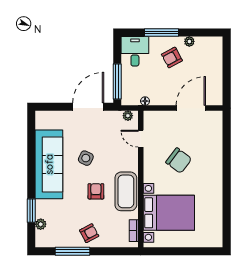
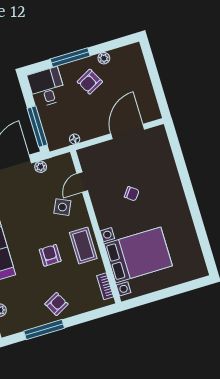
plant: (128, 116) -> (41, 167), moved
door: (141, 139) -> (82, 182), hinge flipped
side table: (86, 158) -> (62, 207), moved
chair: (179, 161) -> (132, 194), width x0.54, depth x0.54
coffee table: (126, 191) -> (83, 245), width x0.73, depth x0.76

